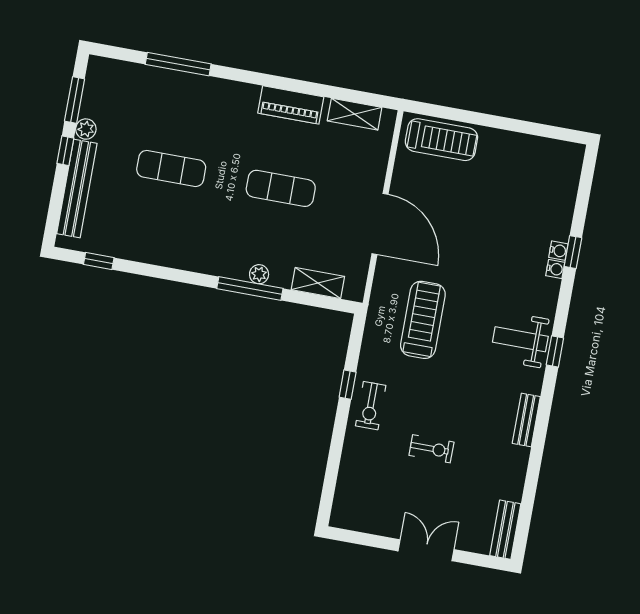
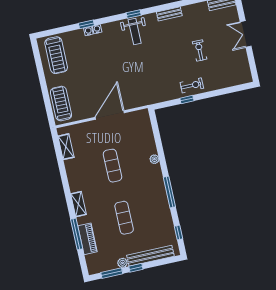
piano: (291, 105) -> (87, 239), moved
shelving: (318, 283) -> (79, 204), moved
window: (250, 288) -> (169, 192), moved
treadmill: (423, 320) -> (56, 55), moved, turned -90

